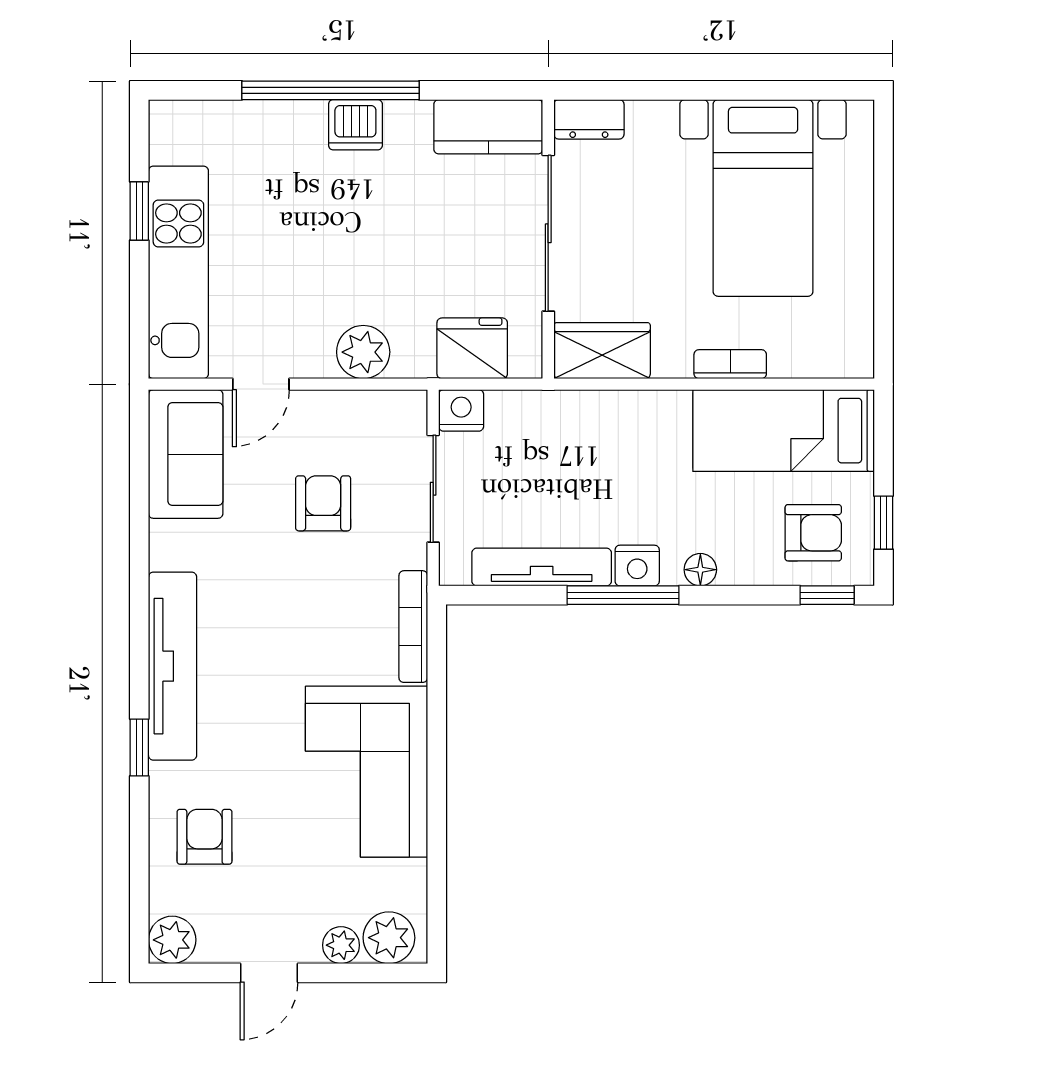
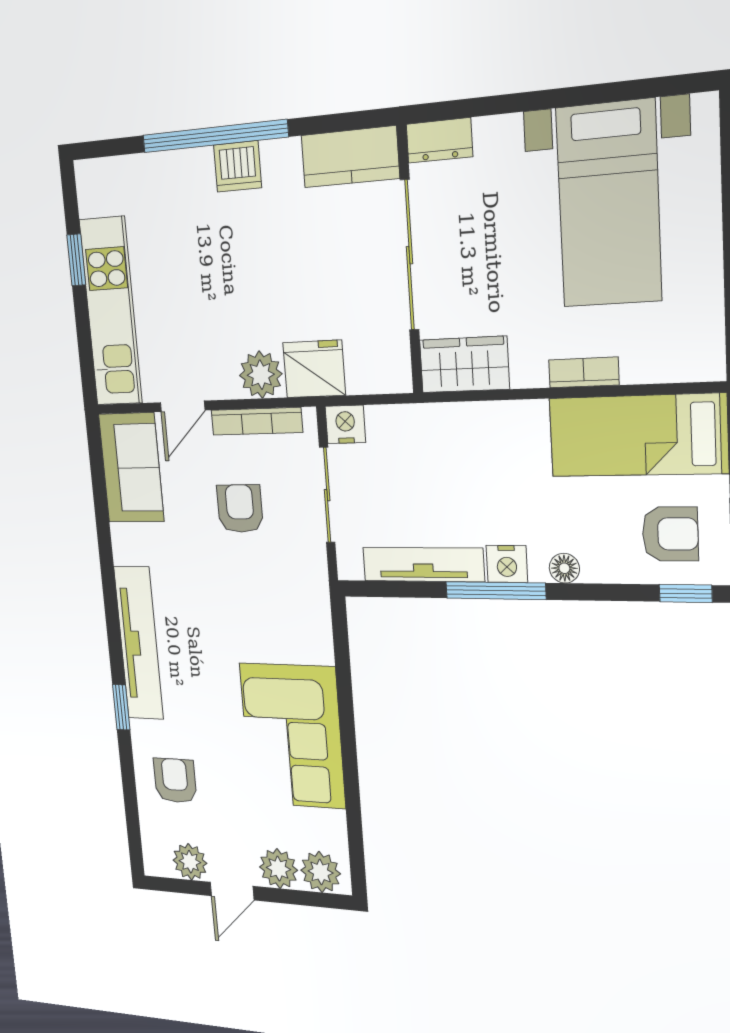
fridge: (472, 348) -> (314, 369), moved
bookcase: (413, 627) -> (257, 421), moved, turned -90
plant: (172, 940) -> (190, 862), moved
plant: (341, 945) -> (278, 869), width x1.38, depth x1.38

